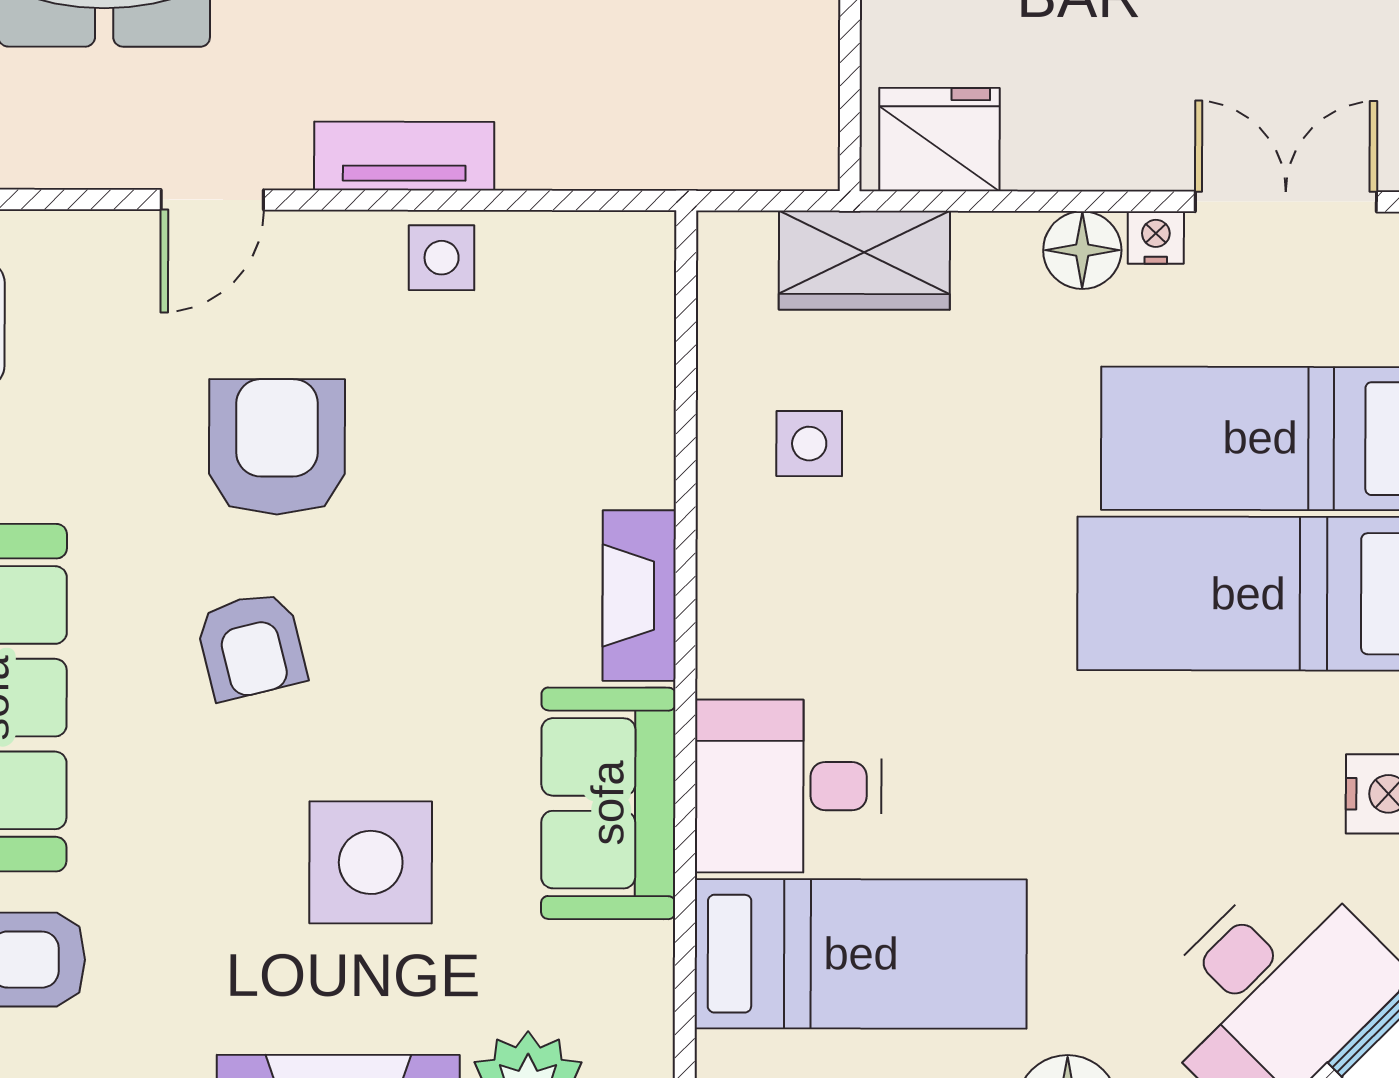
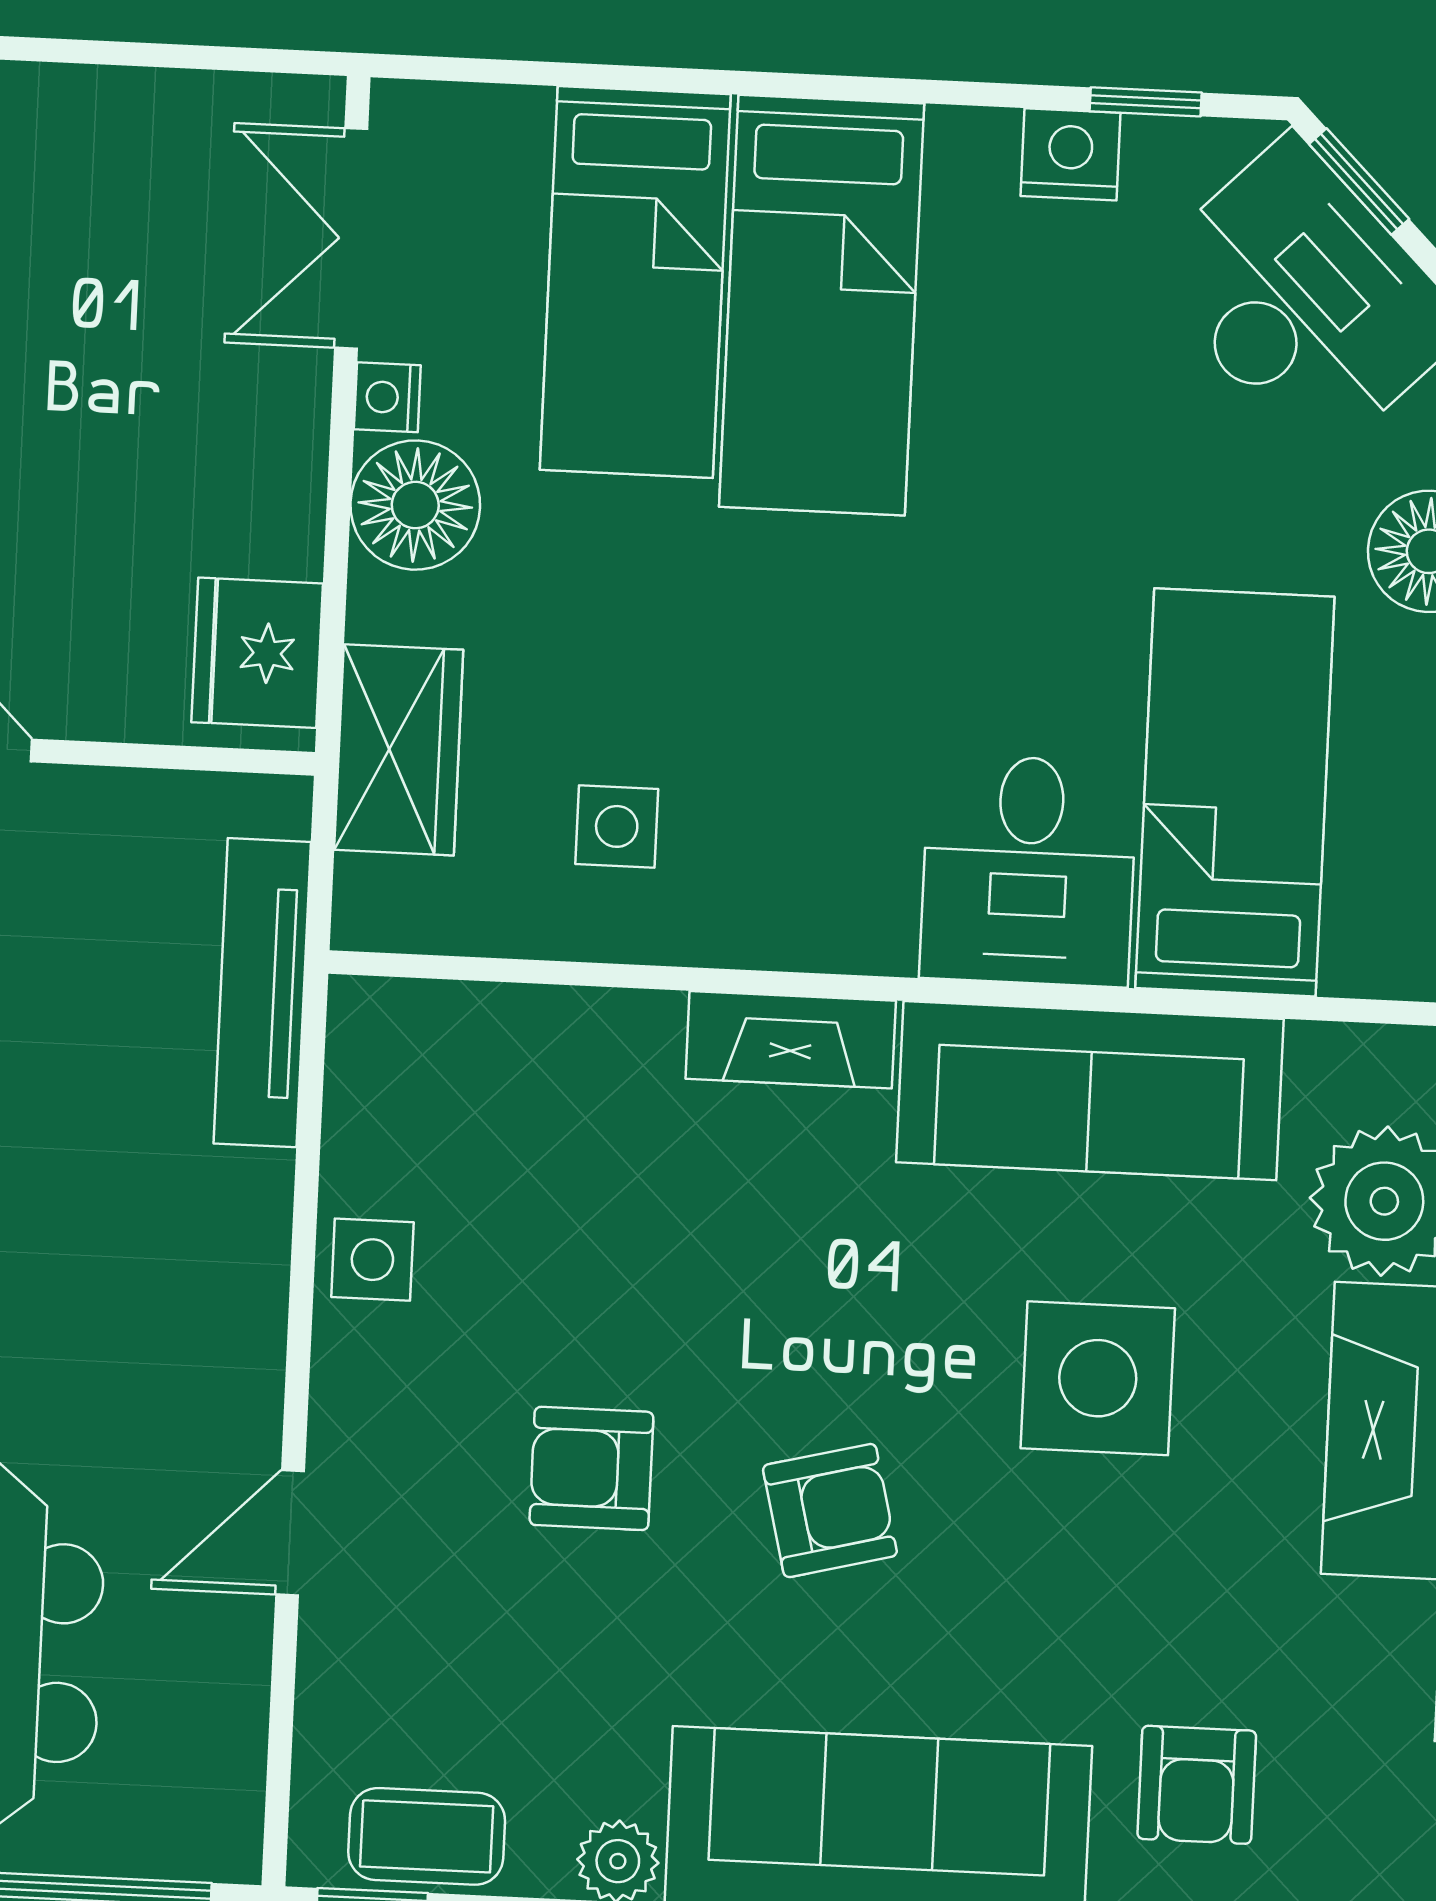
tv unit: (404, 156) -> (262, 993), moved, width x1.41
door: (212, 200) -> (290, 1533), swing flipped
floor lamp: (1082, 250) -> (415, 505), width x1.38, depth x1.38
armchair: (277, 447) -> (591, 1468), width x0.72, depth x0.72
sofa: (608, 803) -> (1090, 1091), width x1.36

